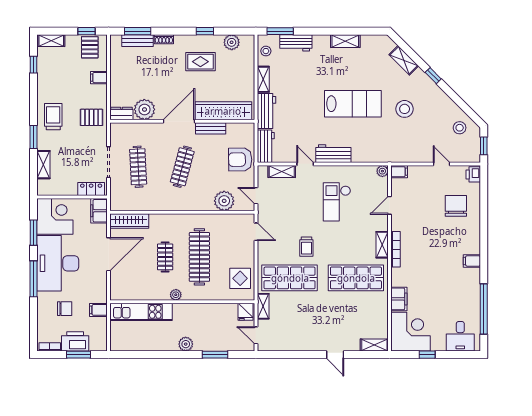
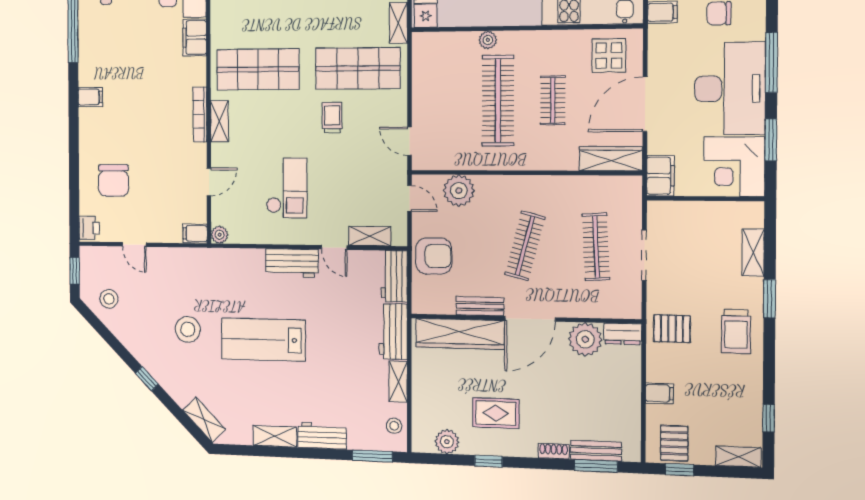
workbench: (296, 43) -> (322, 436), moved
shelving: (404, 60) -> (204, 420), moved
locker: (91, 189) -> (673, 211), removed
display table: (240, 278) -> (609, 55), moved
plant: (176, 295) -> (488, 40), moved

